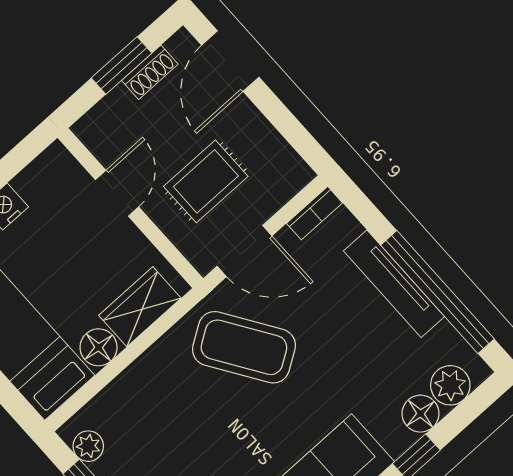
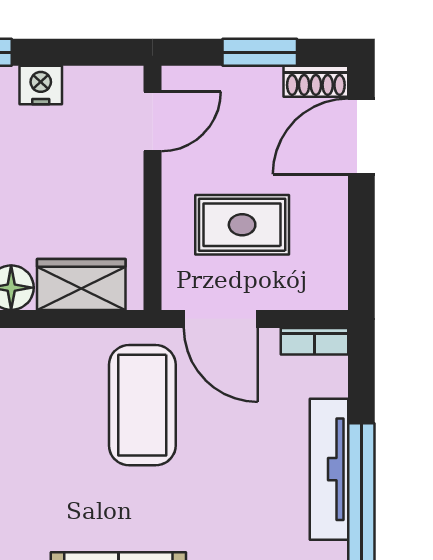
shoe rack: (150, 72) -> (316, 81), moved
door: (117, 193) -> (152, 121), moved
coffee table: (244, 347) -> (142, 405), turned 33

